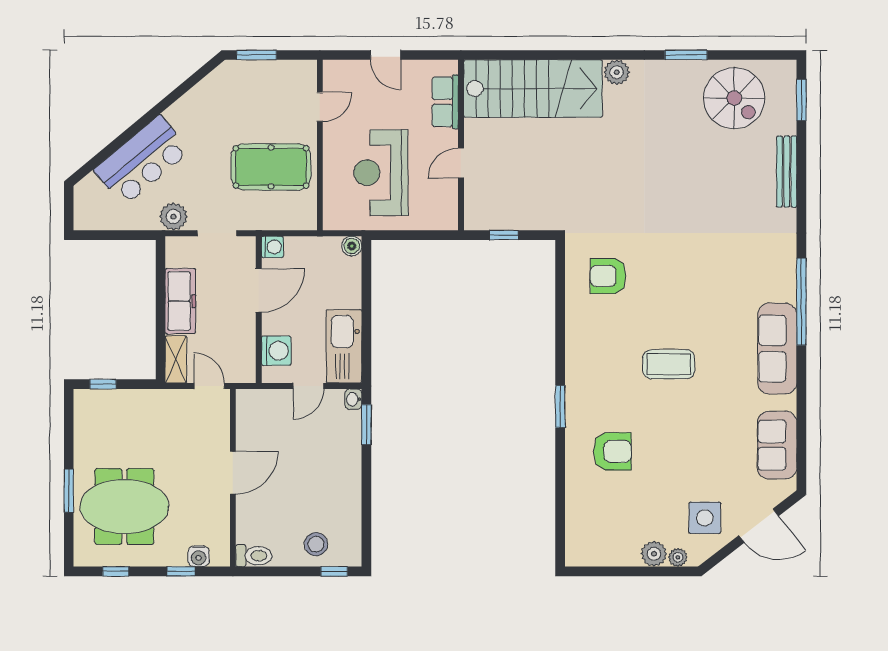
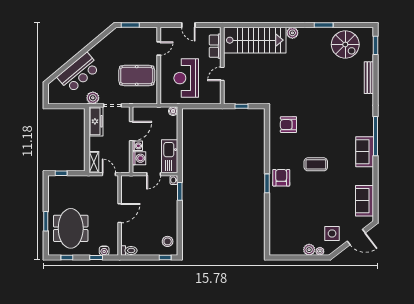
washing machine: (272, 247) -> (137, 146), moved
freezer: (180, 301) -> (96, 121), moved
sofa: (777, 349) -> (365, 152), width x0.73
armchair: (612, 451) -> (281, 178), moved, turned -90
meeting table: (124, 506) -> (71, 228), turned 90
stool: (316, 544) -> (168, 241), moved

